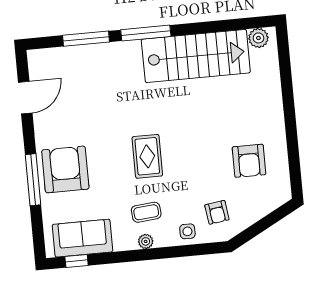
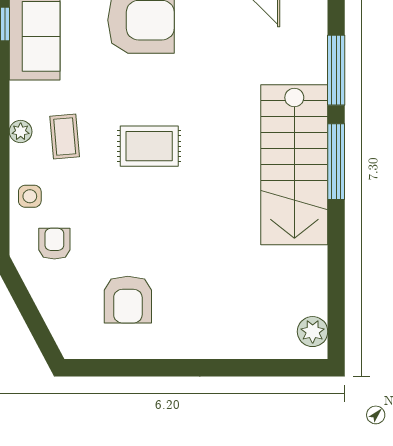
stairs: (196, 56) -> (294, 165), moved
armchair: (249, 161) -> (128, 300), turned -90
armchair: (217, 212) -> (54, 244), turned 98

